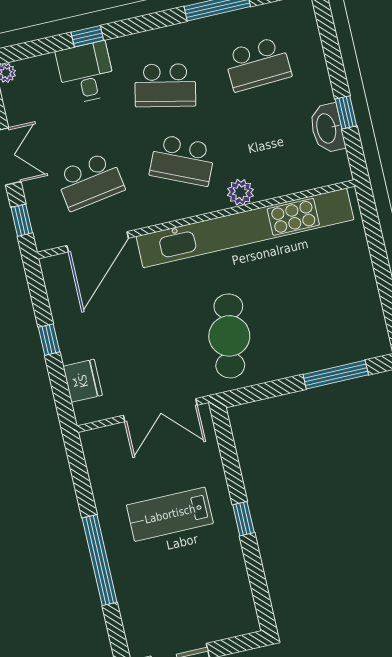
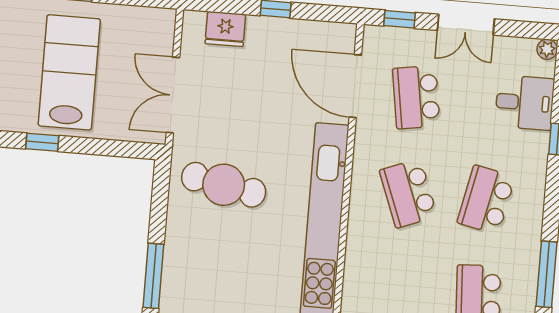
desk: (86, 73) -> (525, 103), moved
school desk: (182, 160) -> (408, 193), turned -45
plant: (240, 192) -> (359, 240), removed
lab bench: (170, 514) -> (69, 72), width x1.36, depth x1.39

